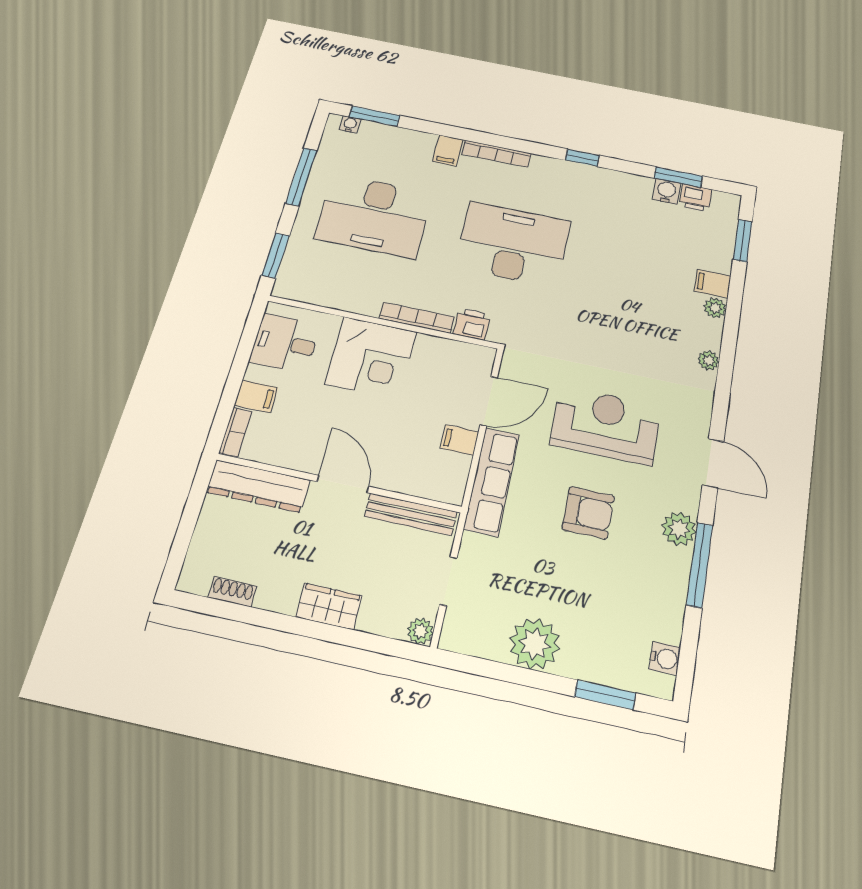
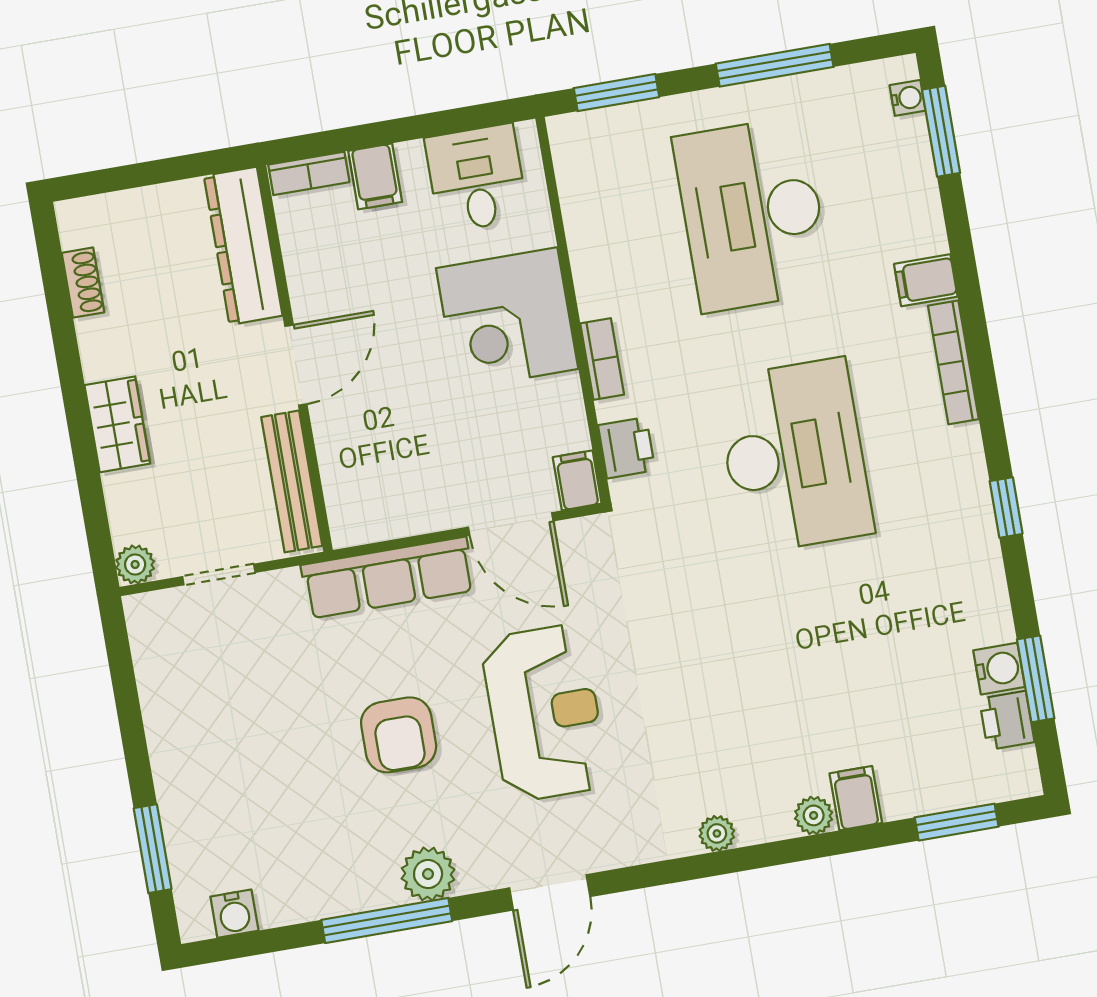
bookcase: (417, 318) -> (602, 359), width x0.64
filing cabinet: (460, 440) -> (577, 480), moved
plant: (535, 644) -> (182, 728), removed

